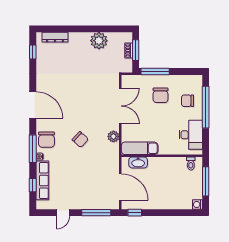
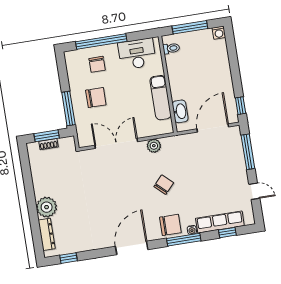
plant: (99, 41) -> (47, 207), moved
exam couch: (140, 148) -> (161, 98), moved

